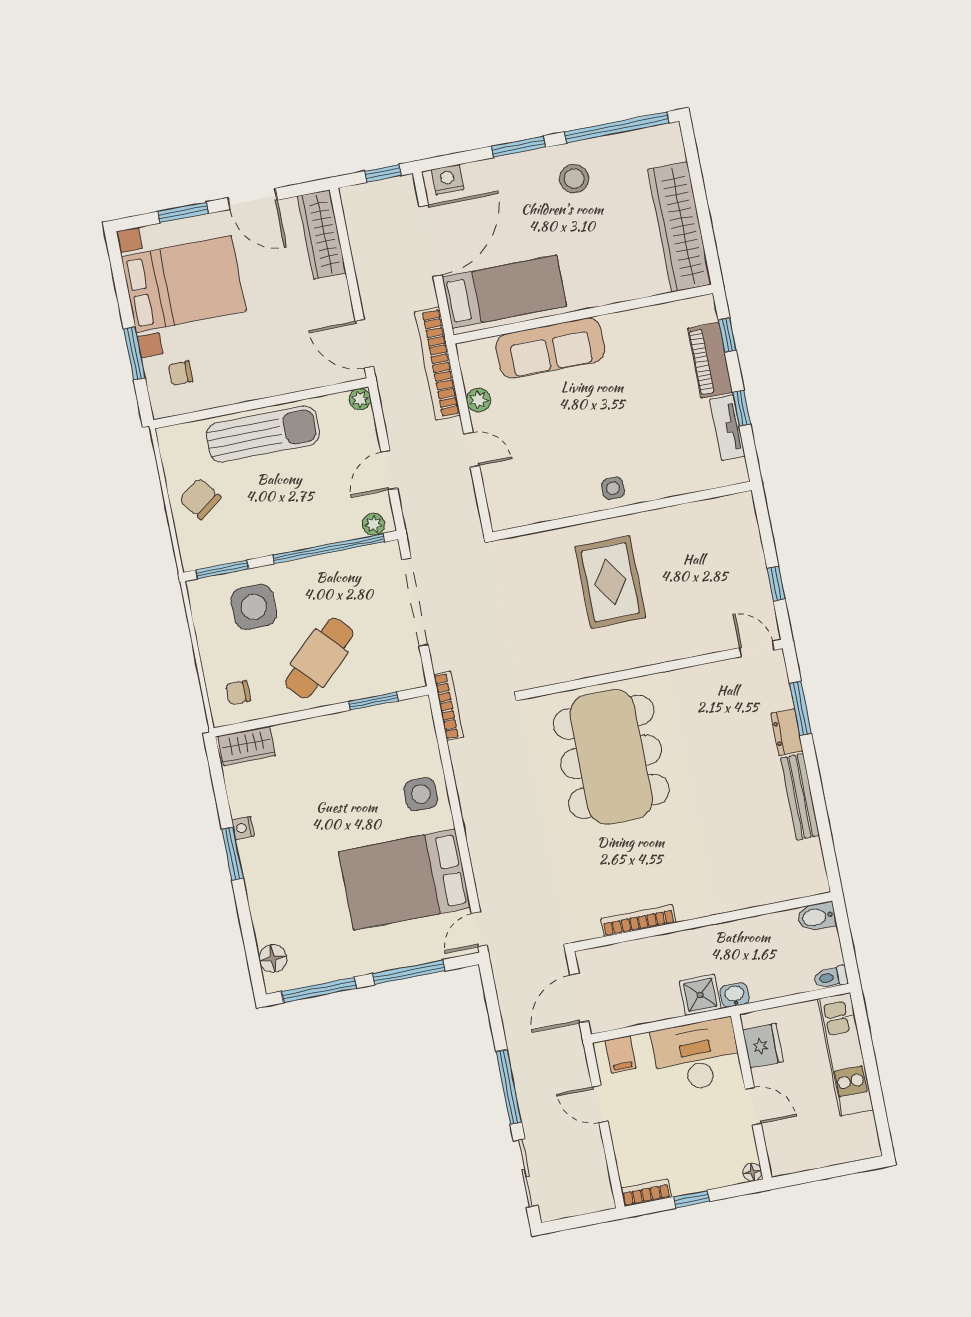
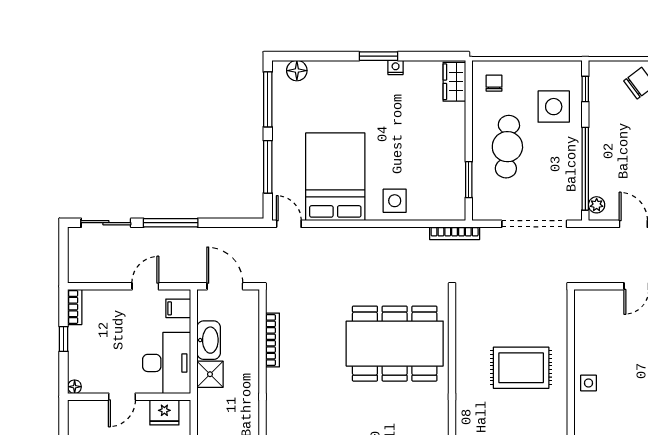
window: (222, 569) -> (585, 89), width x0.67
cafe table: (319, 658) -> (507, 147), turned 47
washbasin: (735, 995) -> (209, 340), moved, width x1.91, depth x1.45

